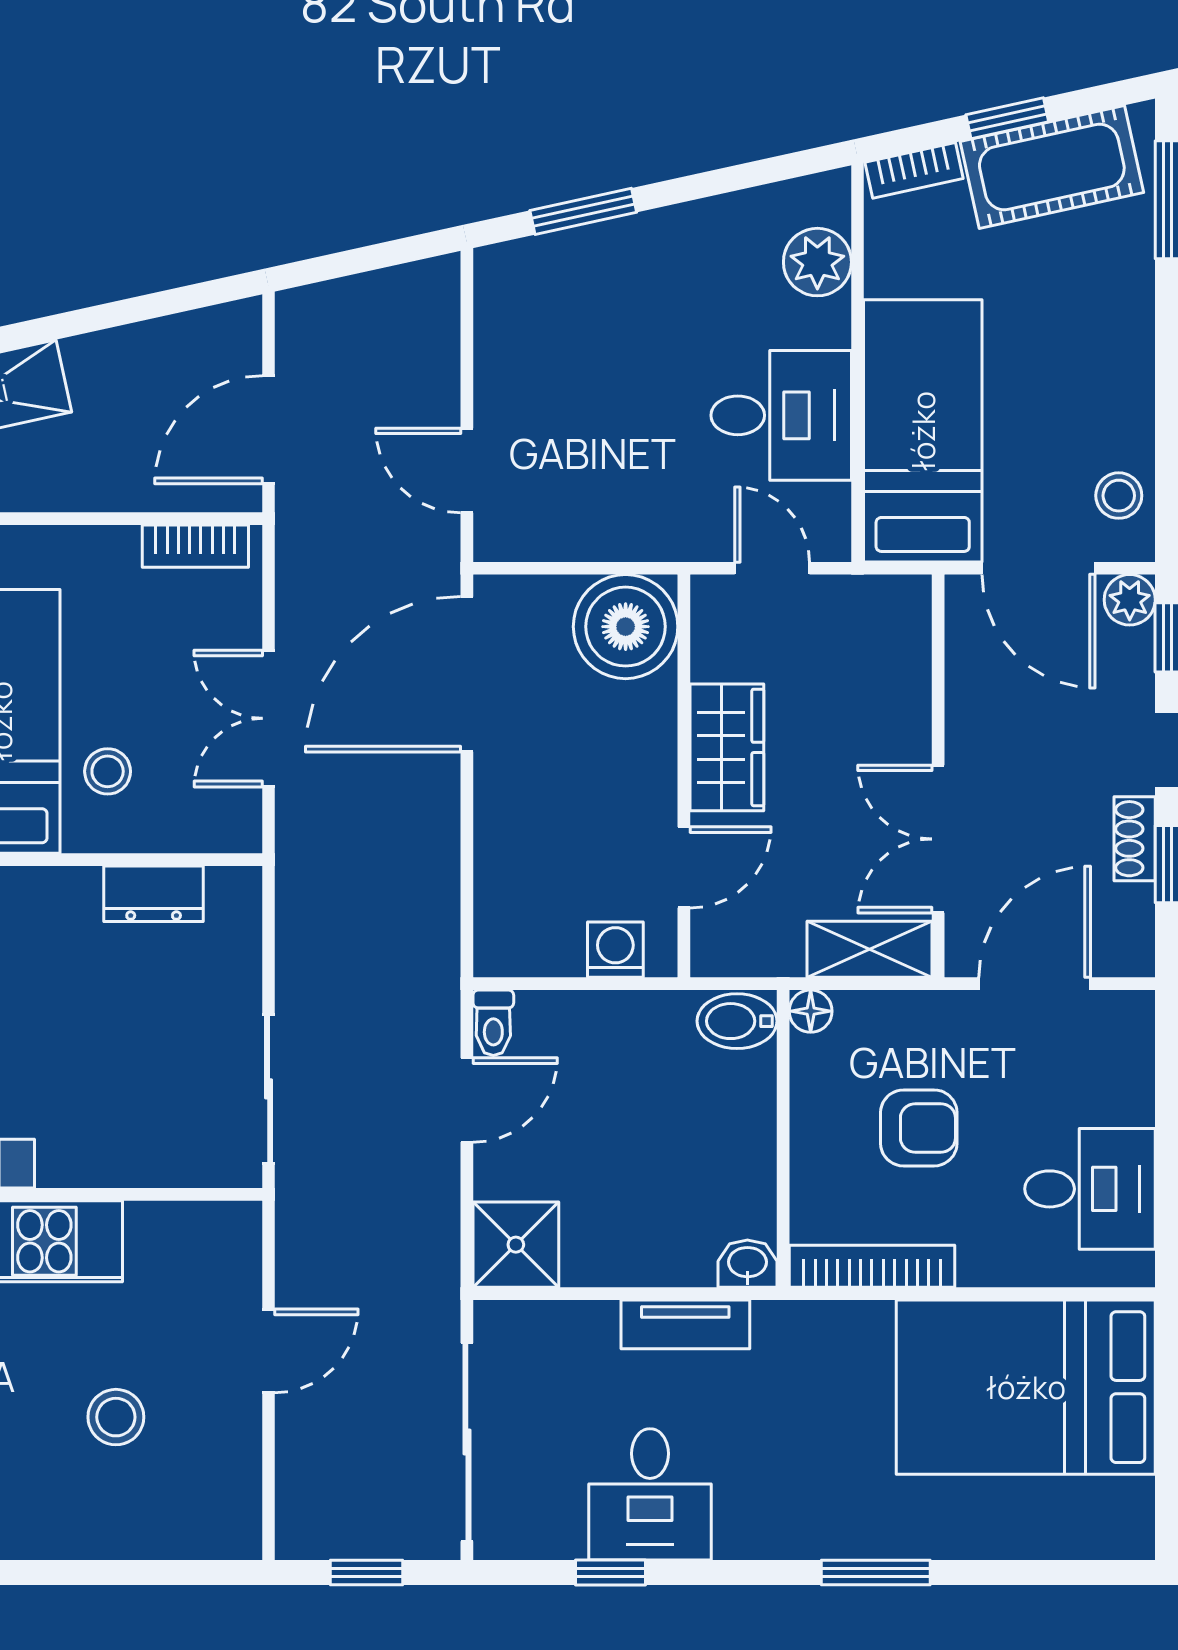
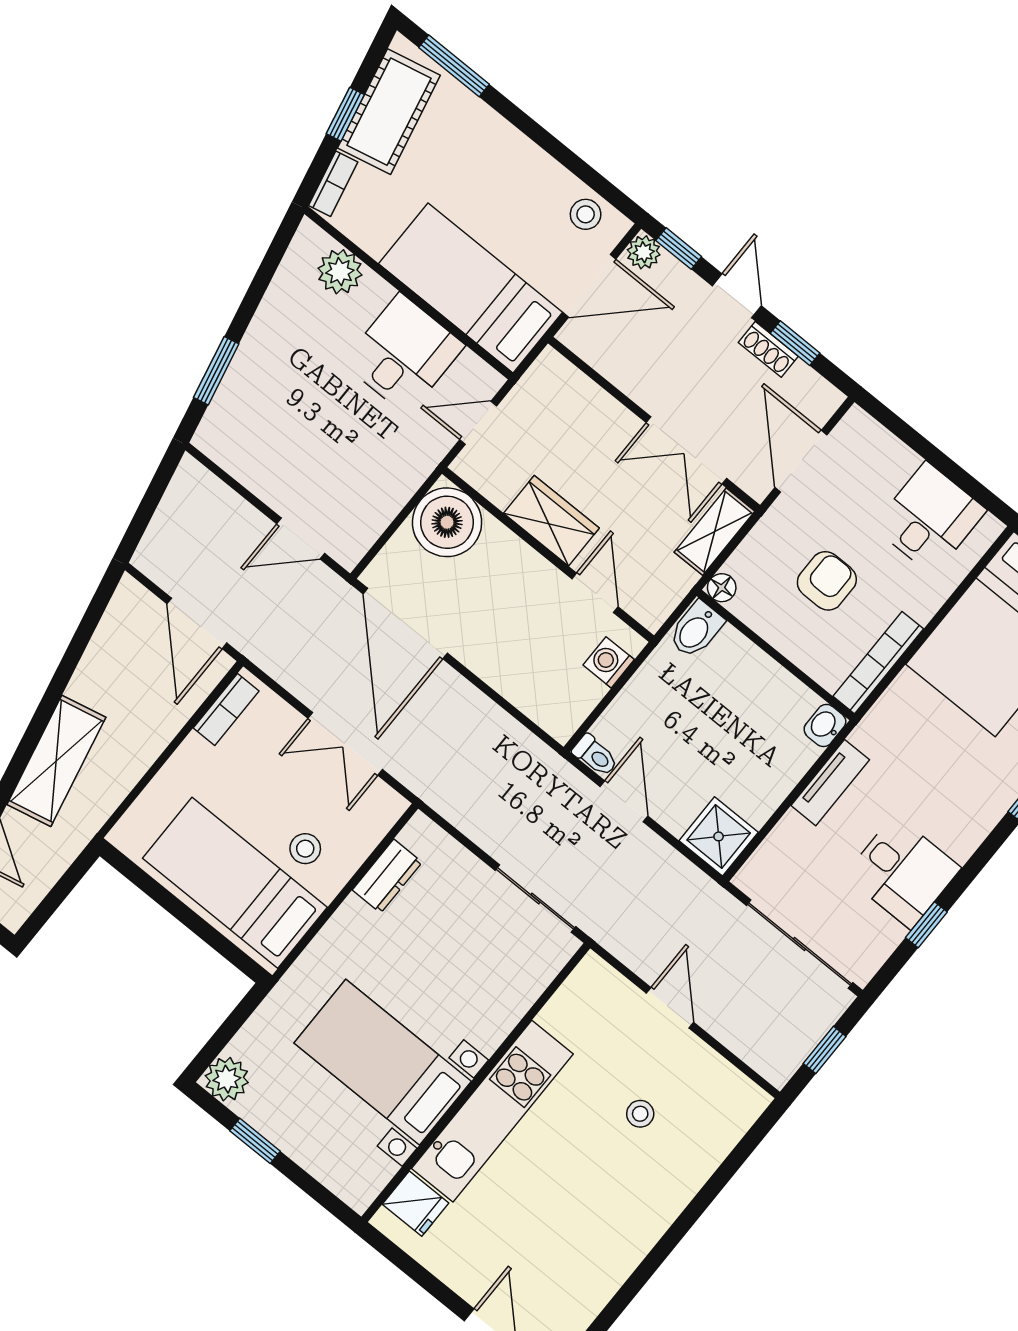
stool: (116, 1417) -> (640, 1114), width x0.73, depth x0.73

